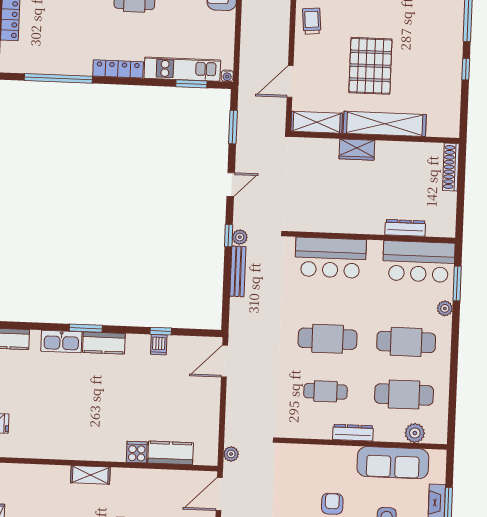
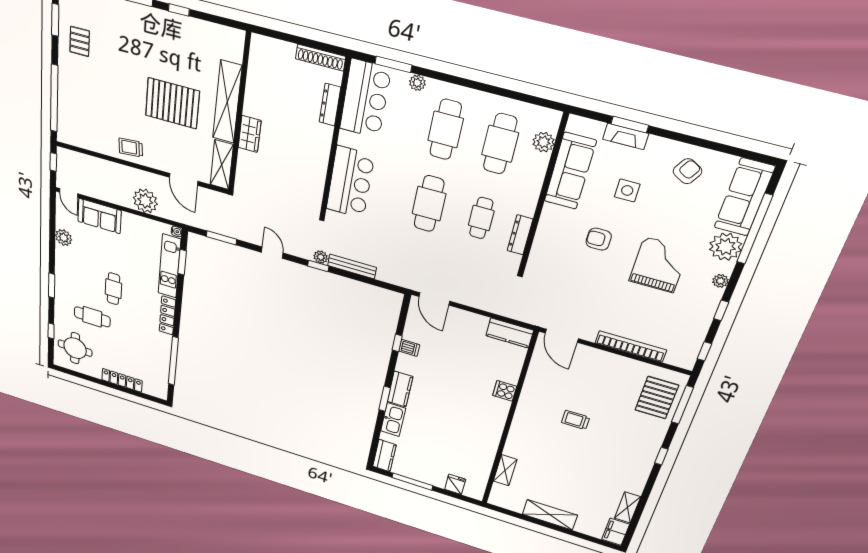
shoe rack: (451, 167) -> (321, 58), moved
dresser: (353, 433) -> (520, 235), moved
kitchen counter: (171, 453) -> (510, 333), moved, turned -90
plant: (231, 454) -> (145, 201), moved, width x1.87, depth x1.87
shelving: (90, 475) -> (505, 470), moved

